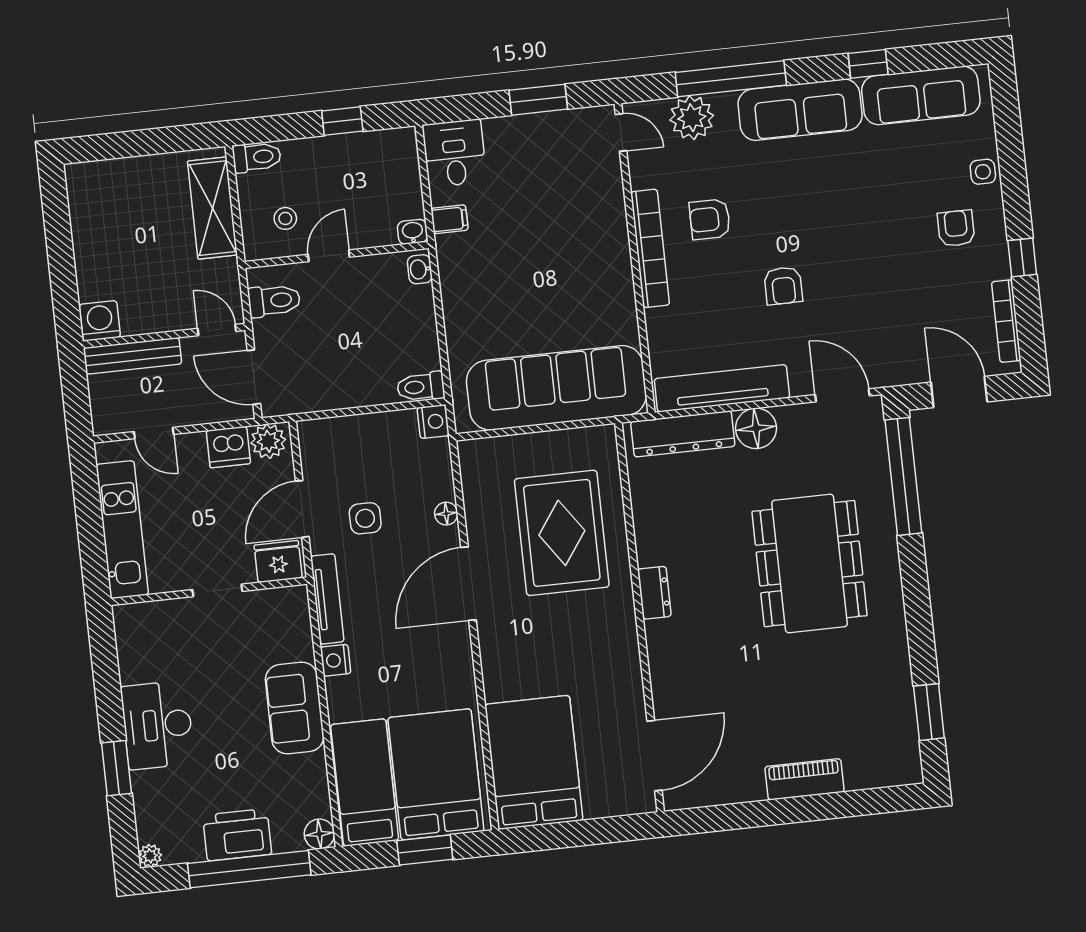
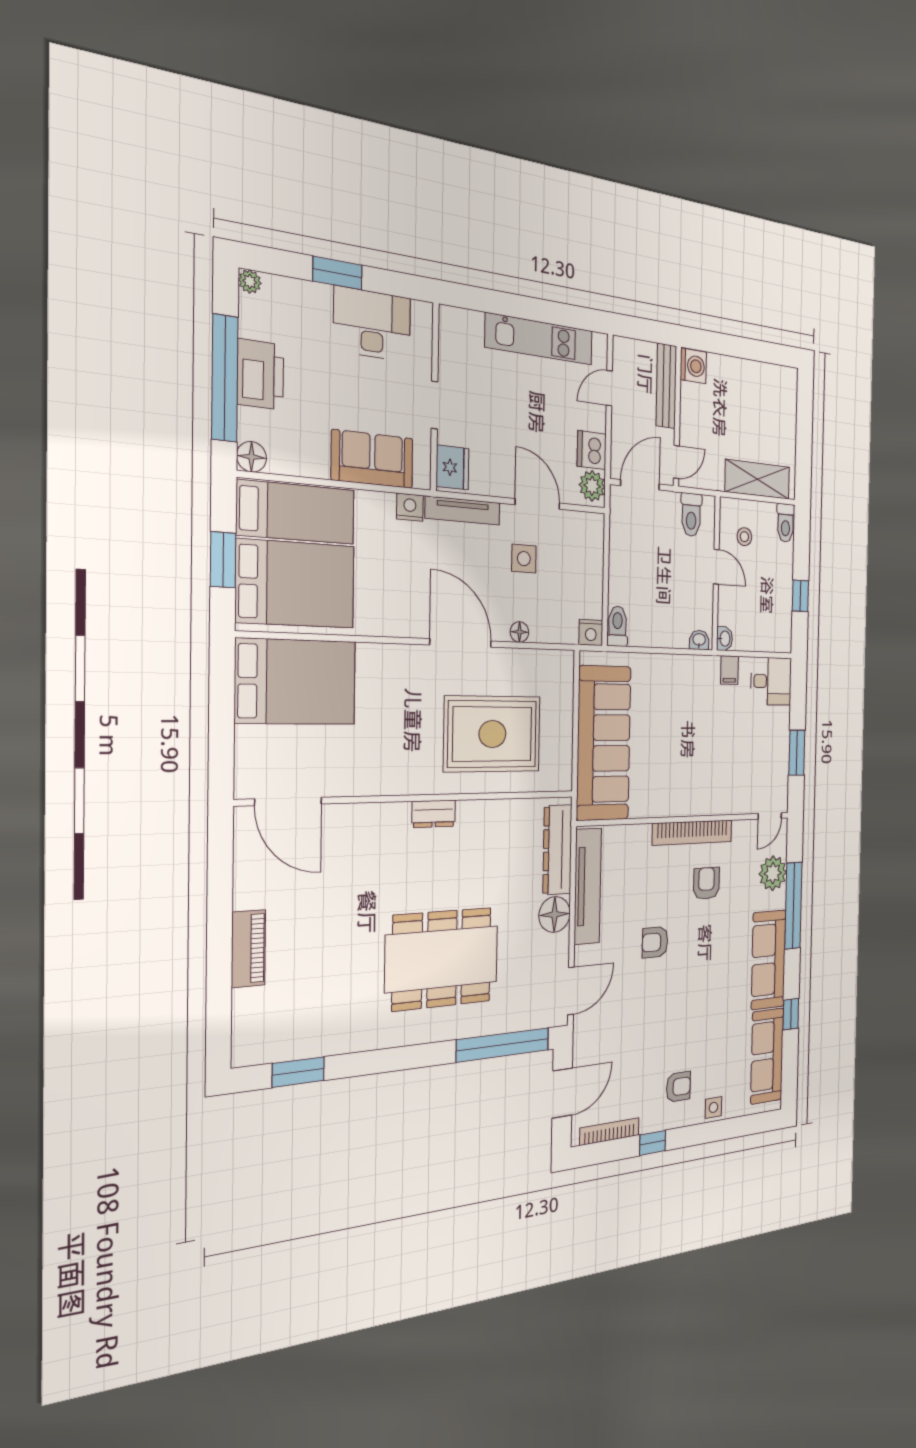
fridge: (278, 562) -> (452, 468), moved
doorway: (217, 590) -> (434, 405), moved
wall: (209, 591) -> (435, 397), moved

